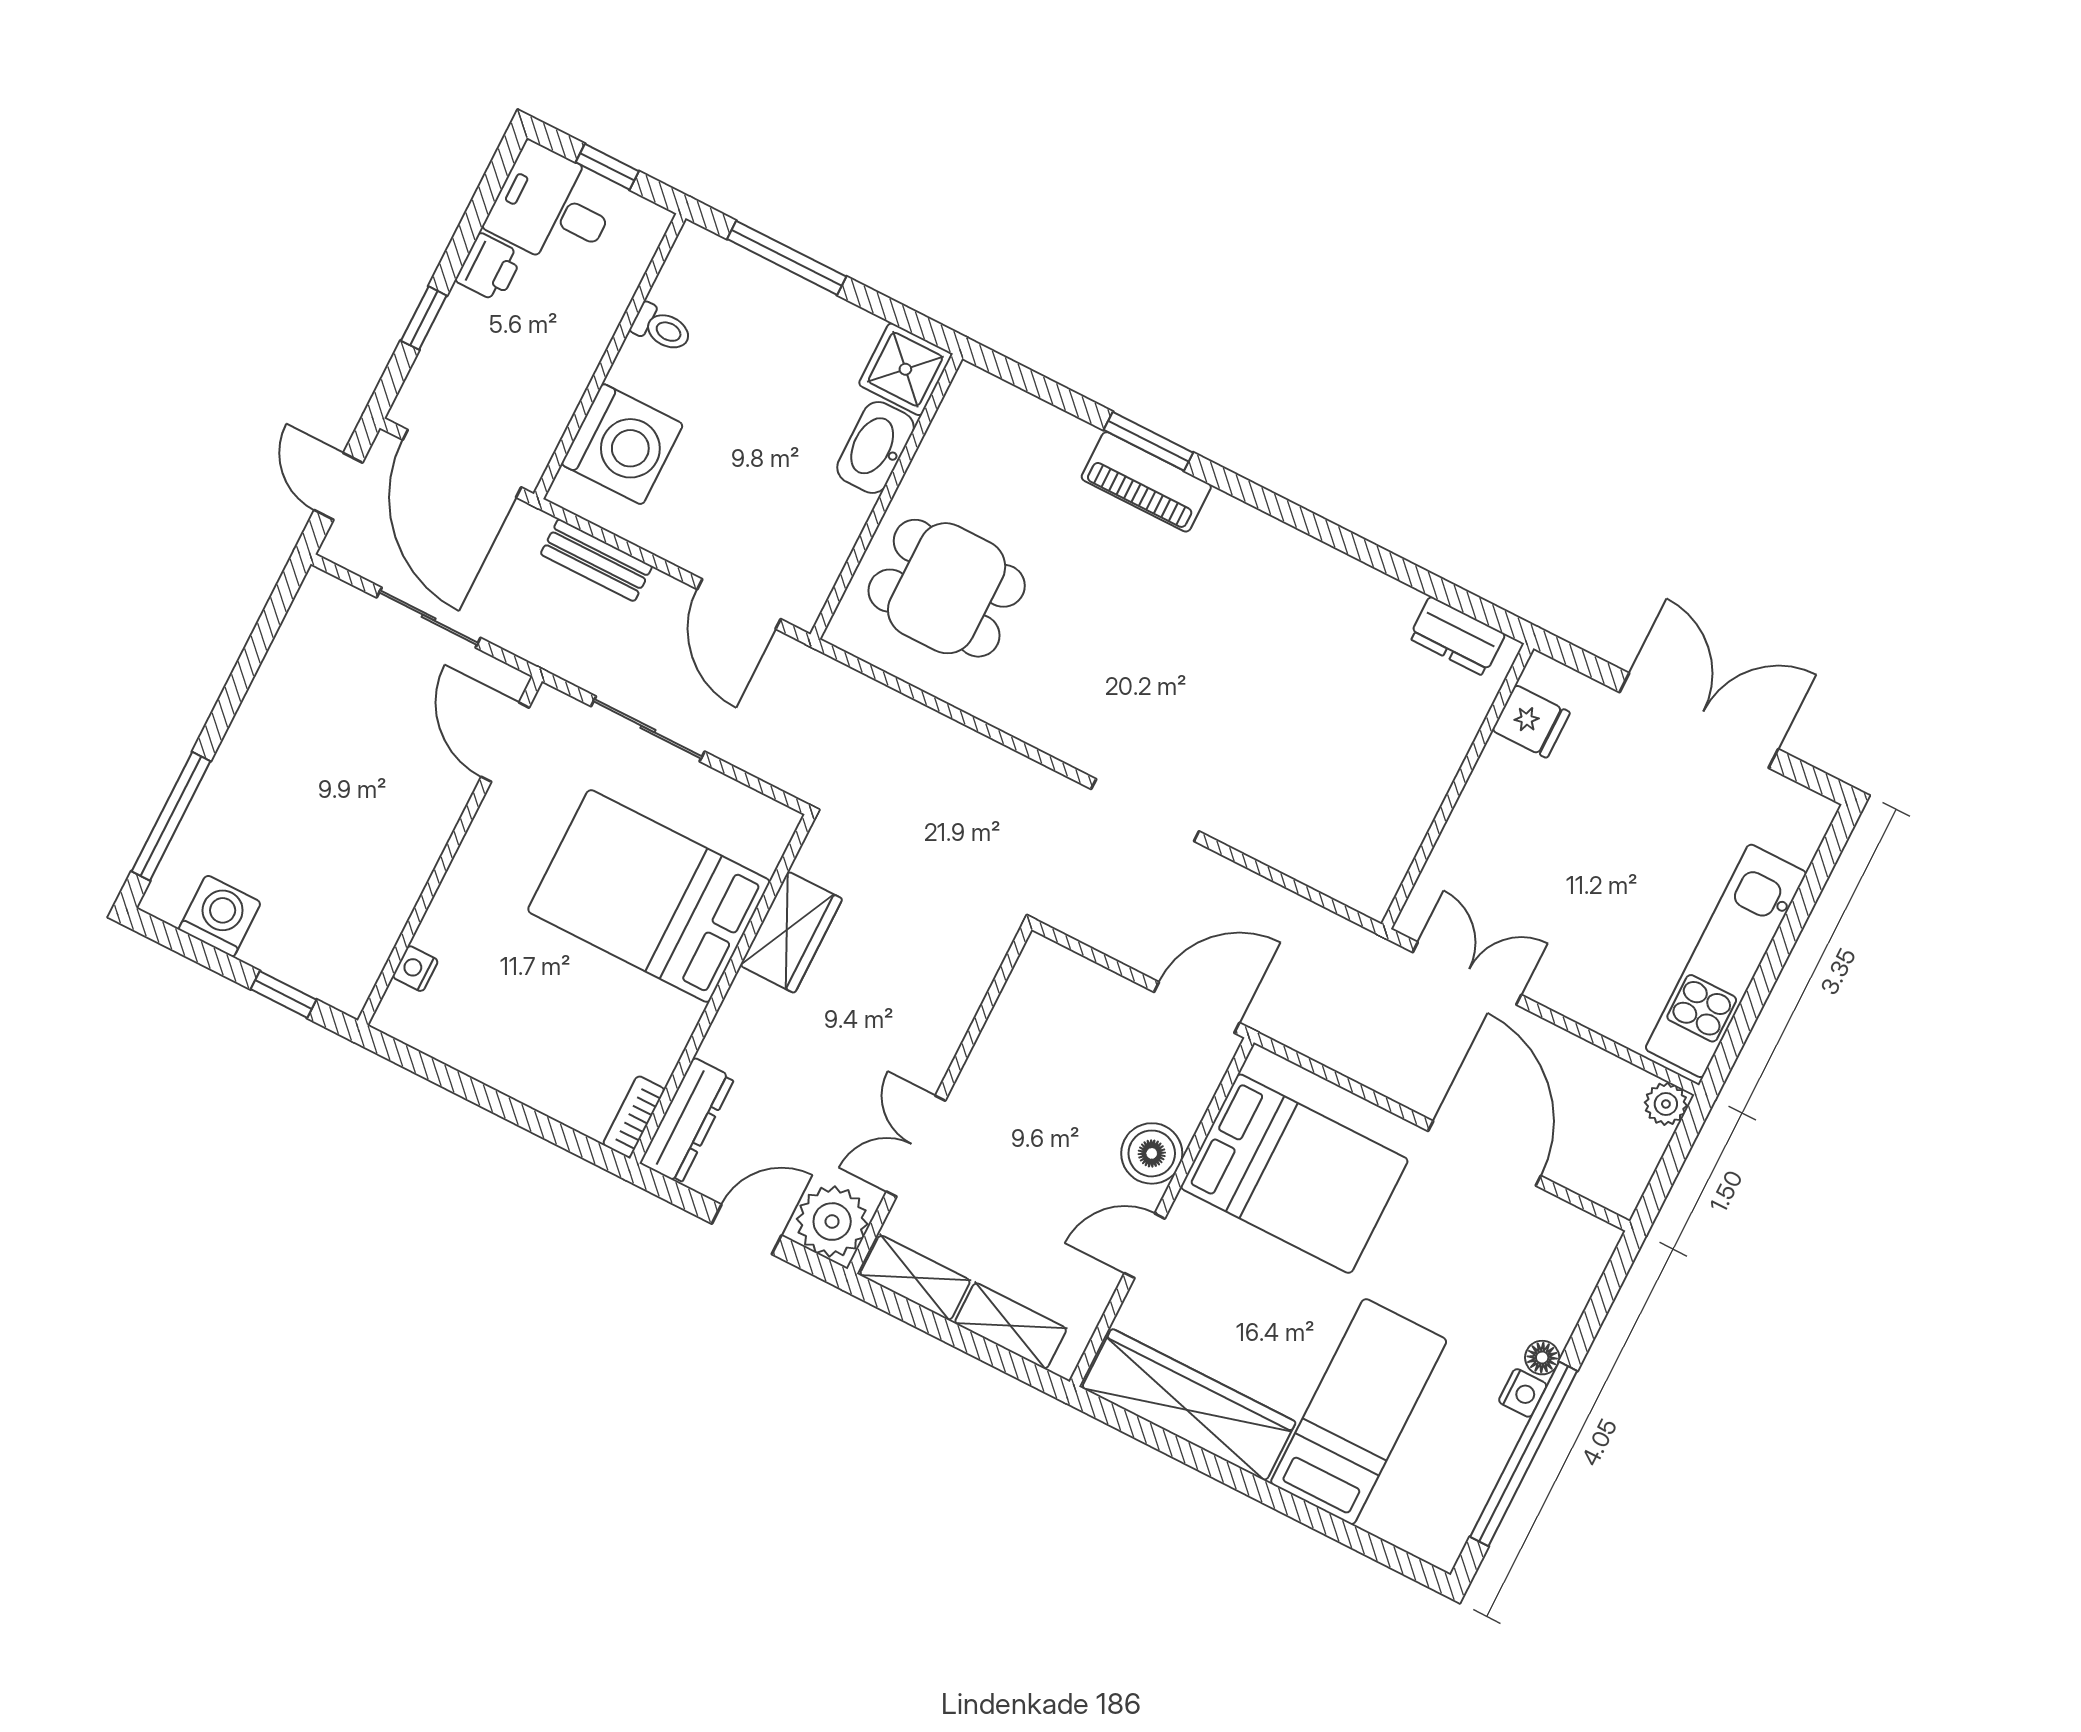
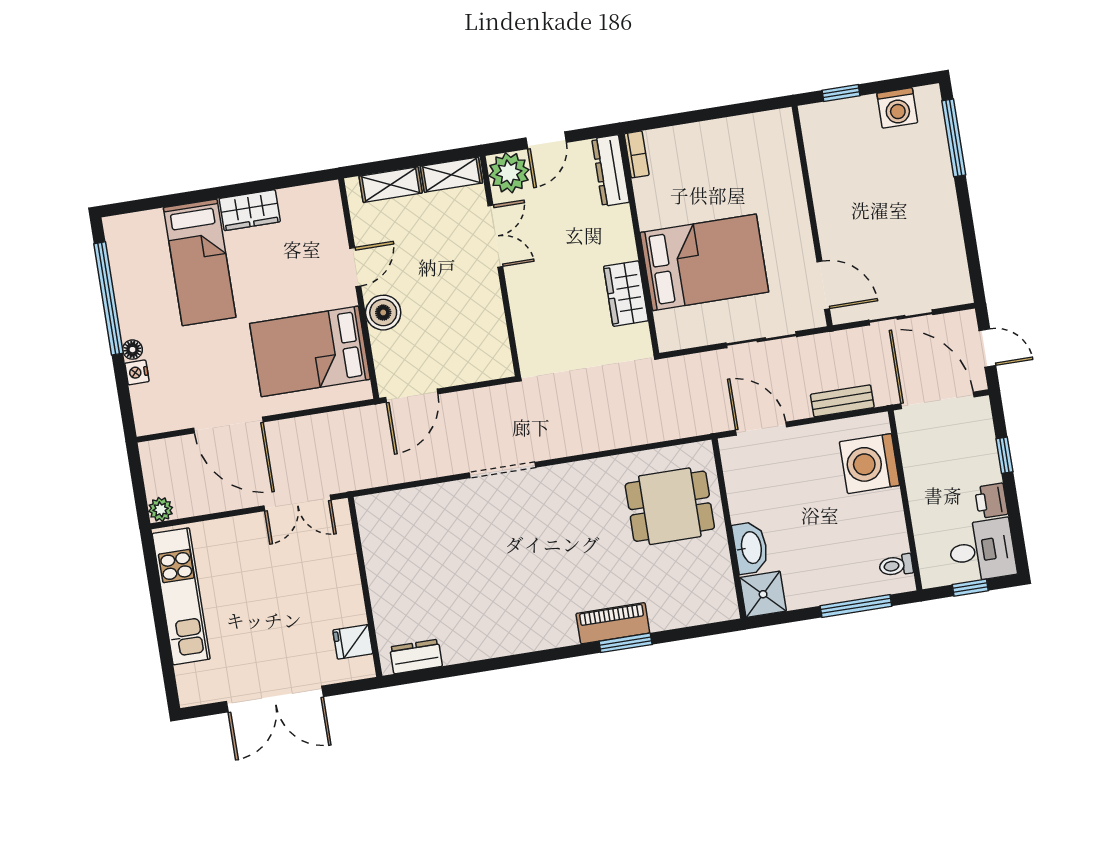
toilet: (662, 328) -> (896, 565), moved
nightstand: (415, 969) -> (788, 150), removed
nightstand: (1523, 1393) -> (137, 372), moved
wardrobe: (1189, 1405) -> (250, 210), width x0.48, depth x0.85

